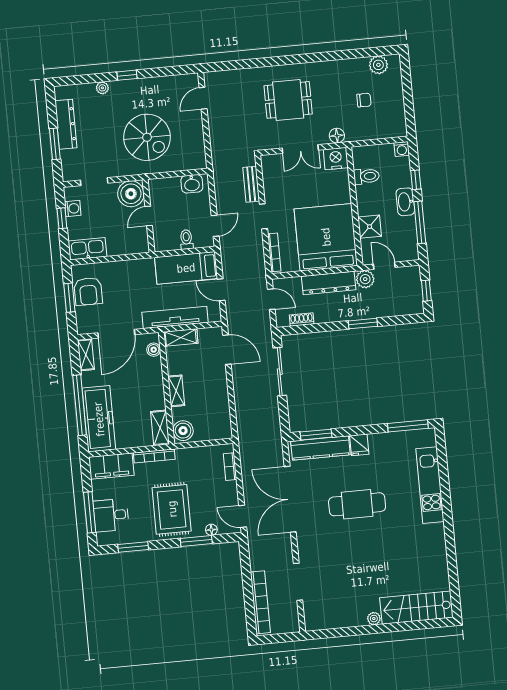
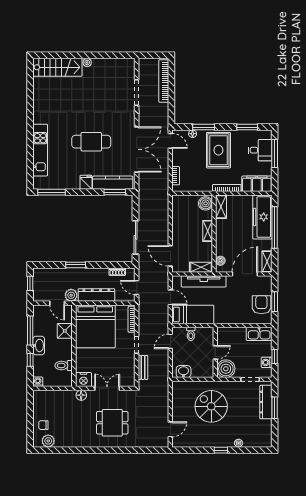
chair: (364, 100) -> (43, 425), moved
dresser: (66, 124) -> (266, 402), moved

